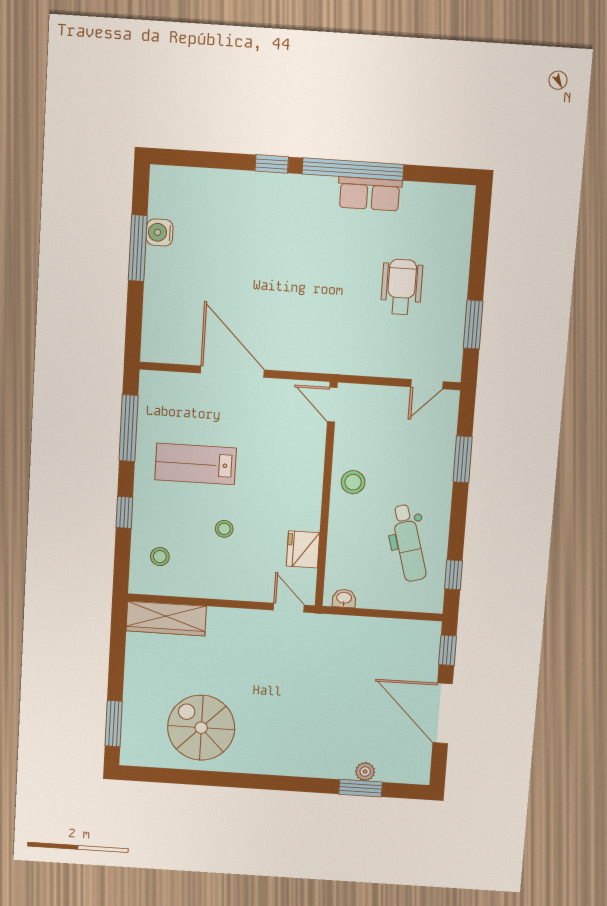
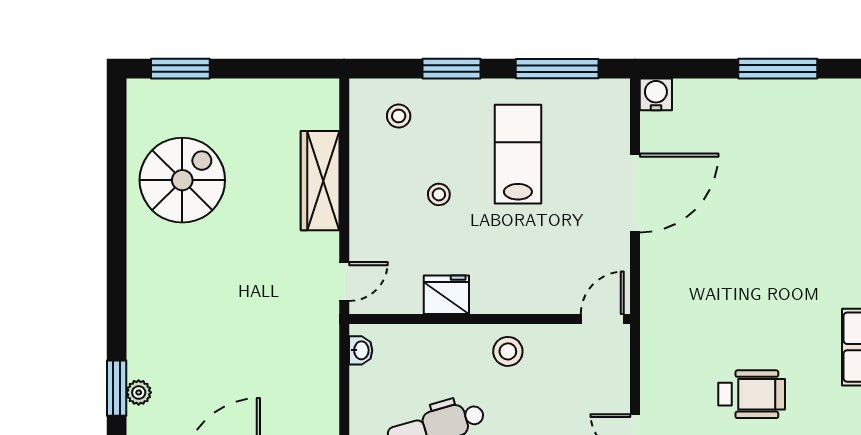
water cooler: (160, 232) -> (656, 94), moved
window: (124, 512) -> (451, 69), width x1.50
fridge: (303, 549) -> (446, 295), moved
wardrobe: (166, 619) -> (320, 181), moved

